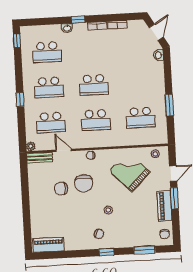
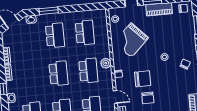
school desk: (139, 82) -> (55, 35), added
window: (169, 105) -> (49, 11), moved
plant: (104, 141) -> (106, 63), added
door: (64, 150) -> (115, 97), swing flipped

